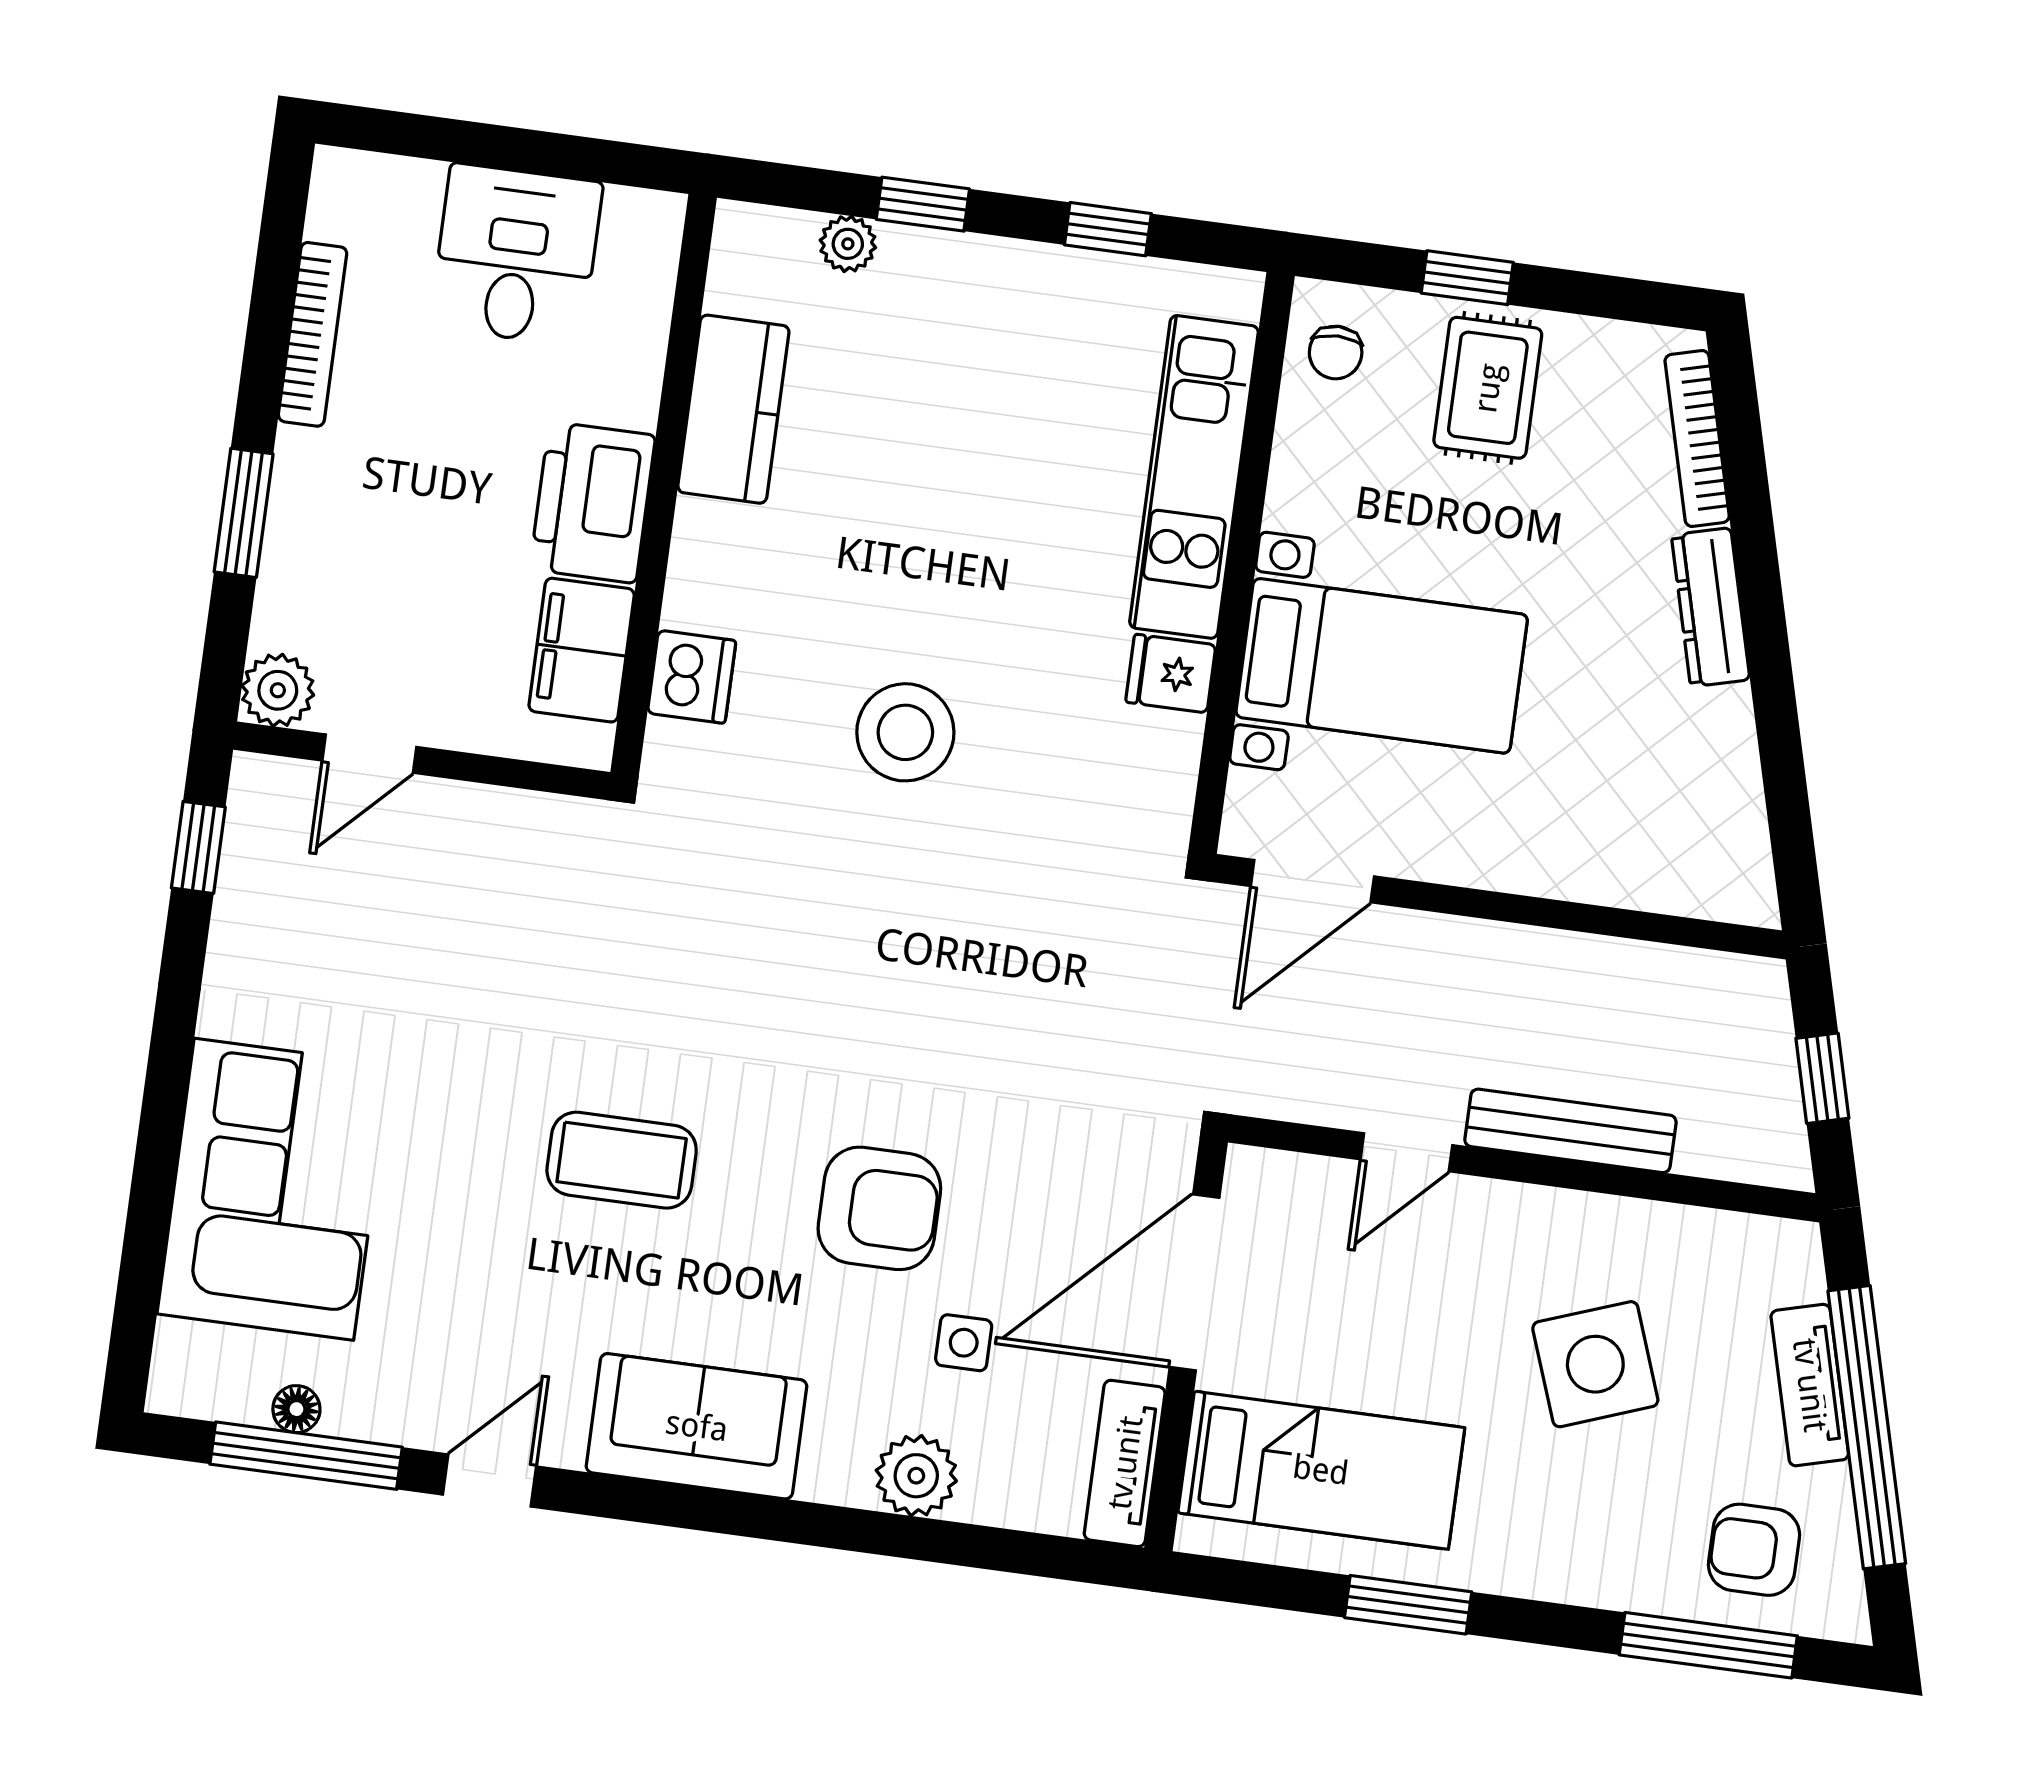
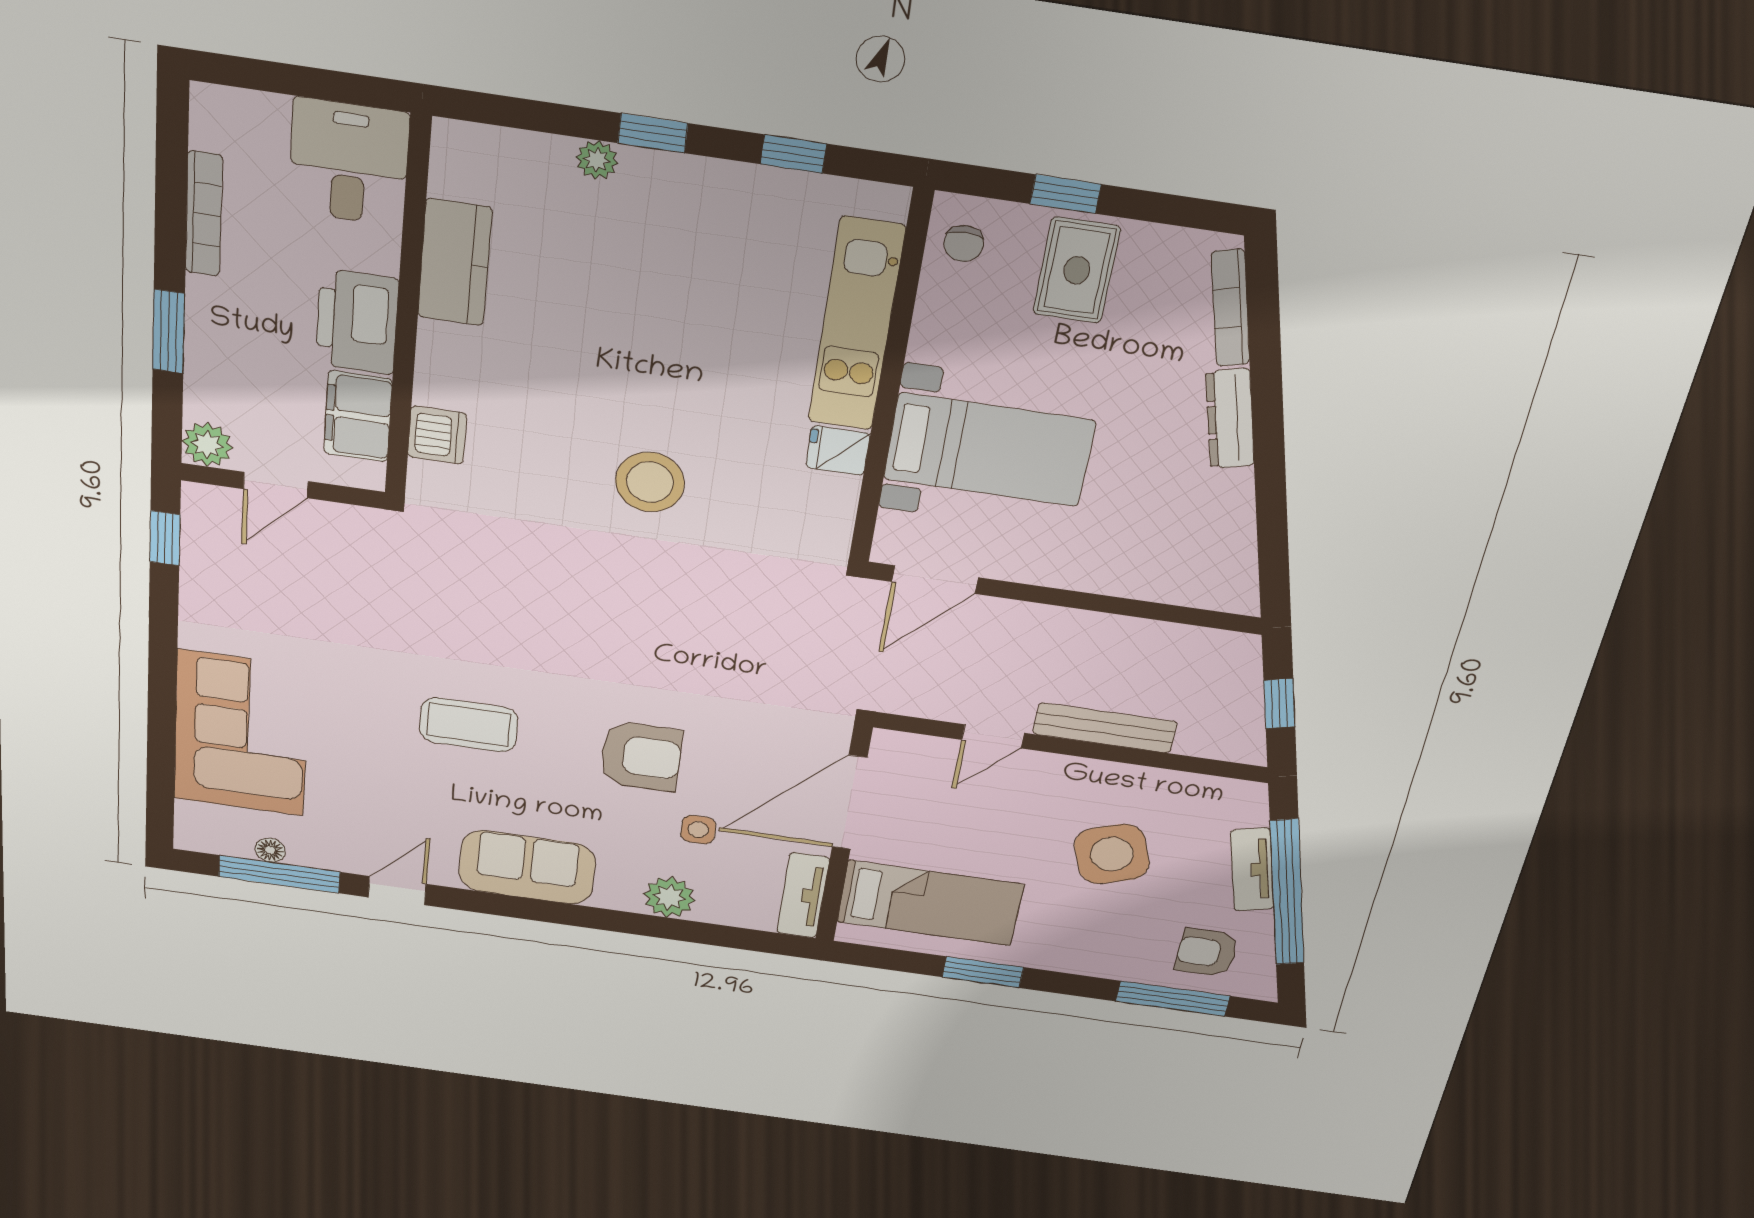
kitchen counter: (733, 409) -> (455, 262), moved
wall: (664, 485) -> (408, 312), moved
printer: (593, 502) -> (357, 322), moved
filing cabinet: (582, 650) -> (358, 416), moved
dishwasher: (692, 677) -> (437, 435), moved

